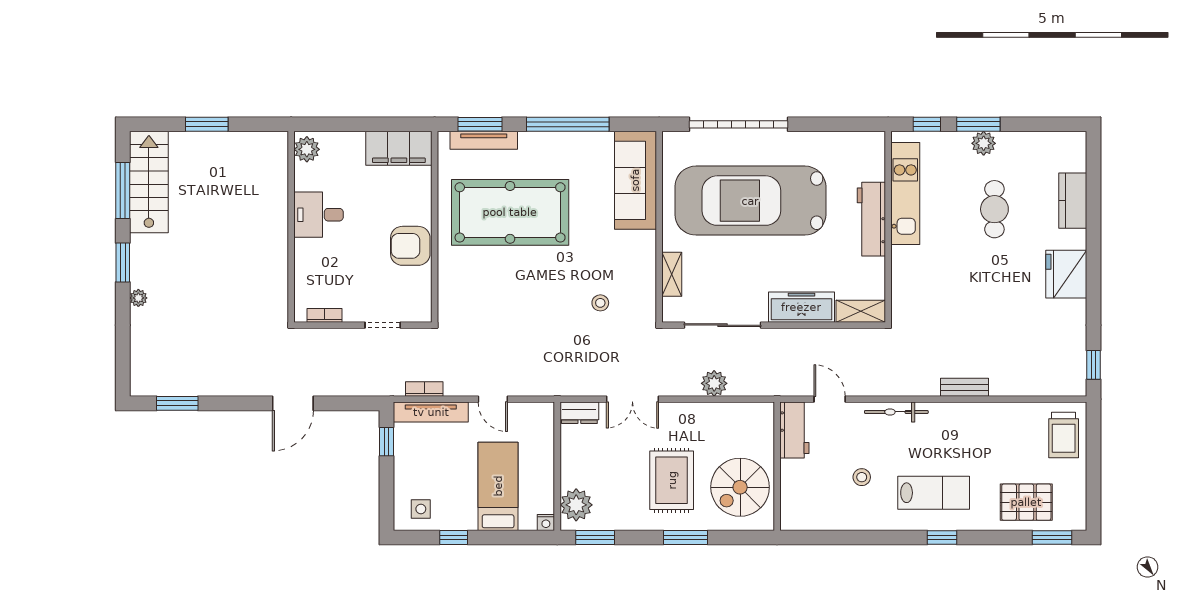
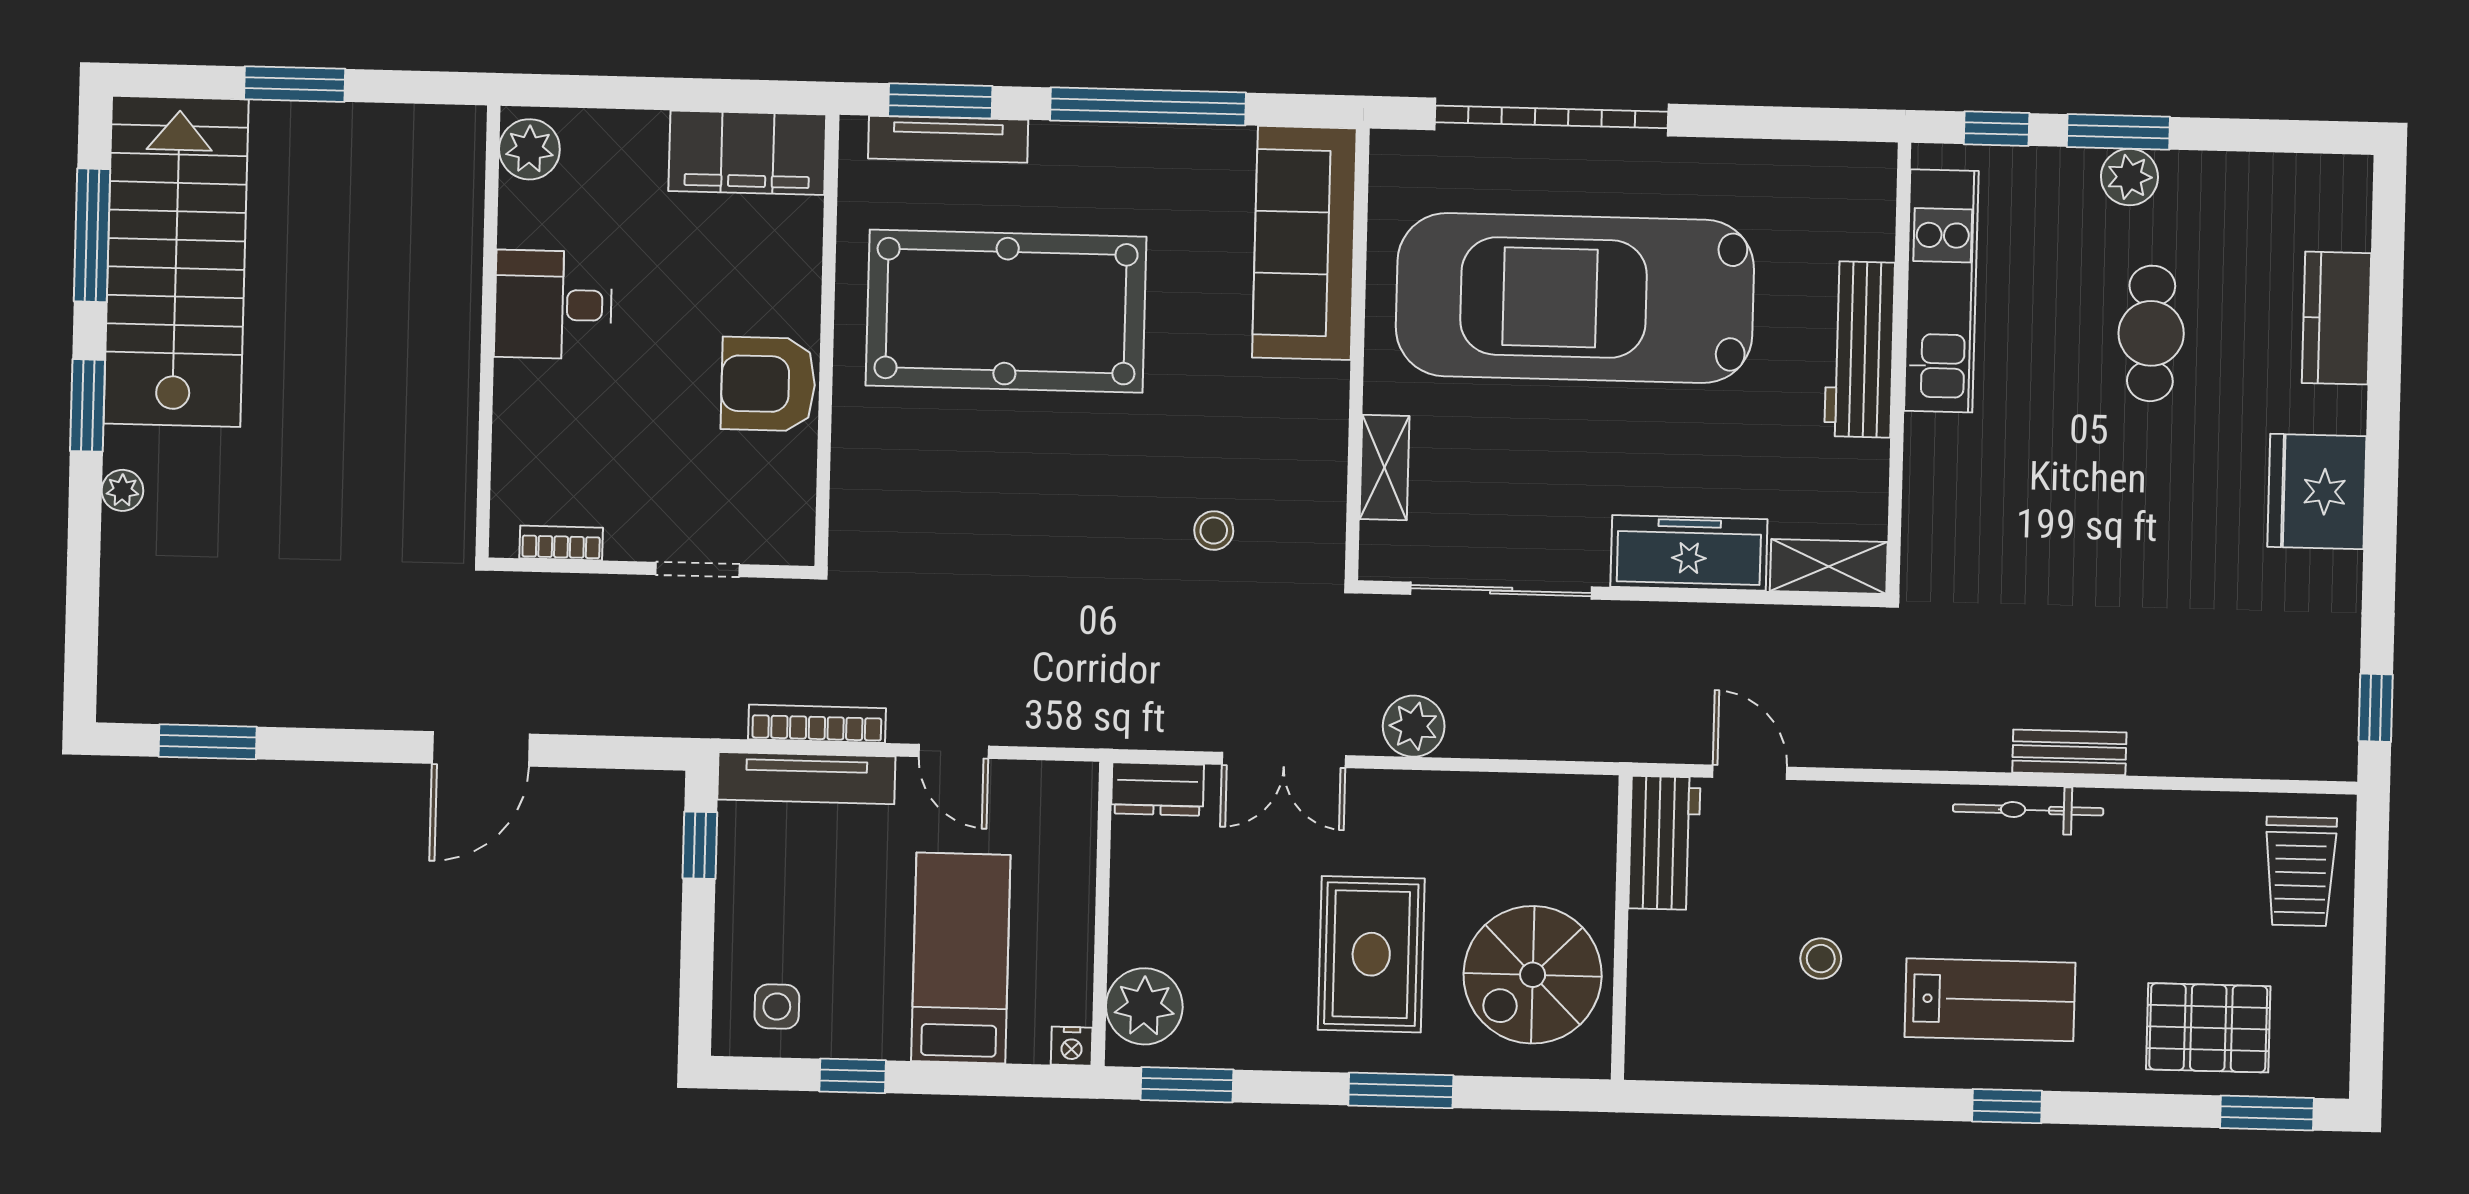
stairs: (149, 182) -> (176, 261), width x1.36, depth x1.51
plant: (714, 383) -> (1414, 726), moved
bookcase: (424, 389) -> (817, 724), width x1.56
bicycle: (896, 412) -> (2028, 810), moved

